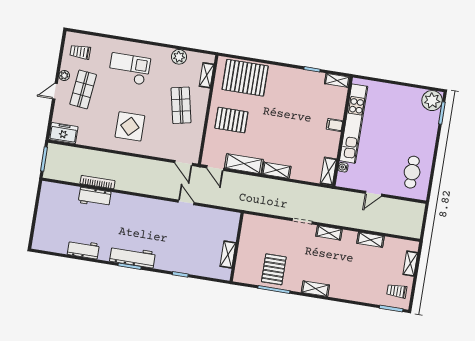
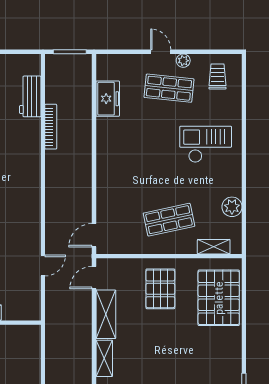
checkout: (129, 69) -> (206, 144), turned -90
display table: (130, 126) -> (131, 157), removed
freezer: (63, 133) -> (108, 99), moved
workbench: (95, 197) -> (30, 96), moved
door: (186, 202) -> (43, 265), moved

